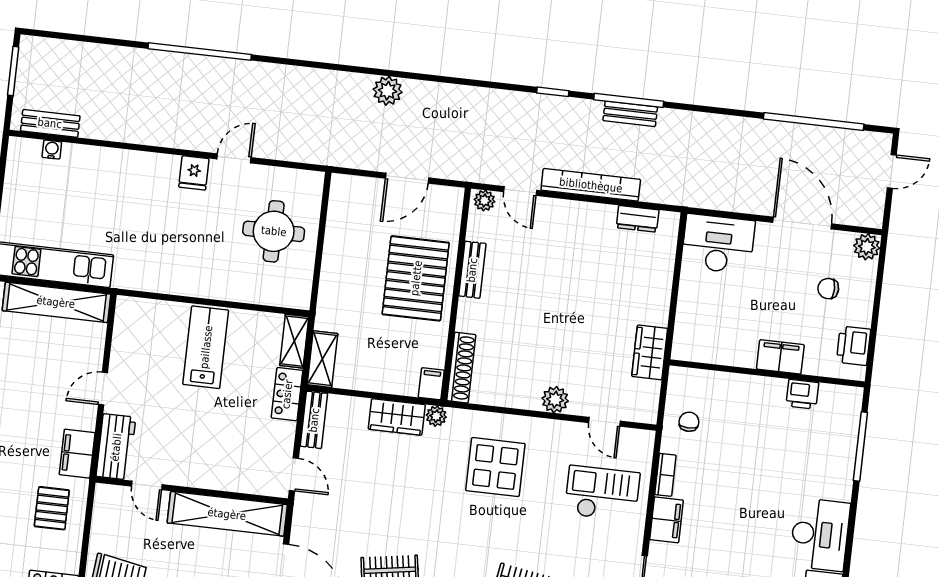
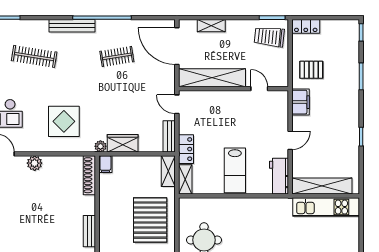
pallet: (416, 278) -> (150, 220), moved
workbench: (116, 447) -> (279, 176), moved
pallet: (52, 508) -> (311, 70), turned 90

